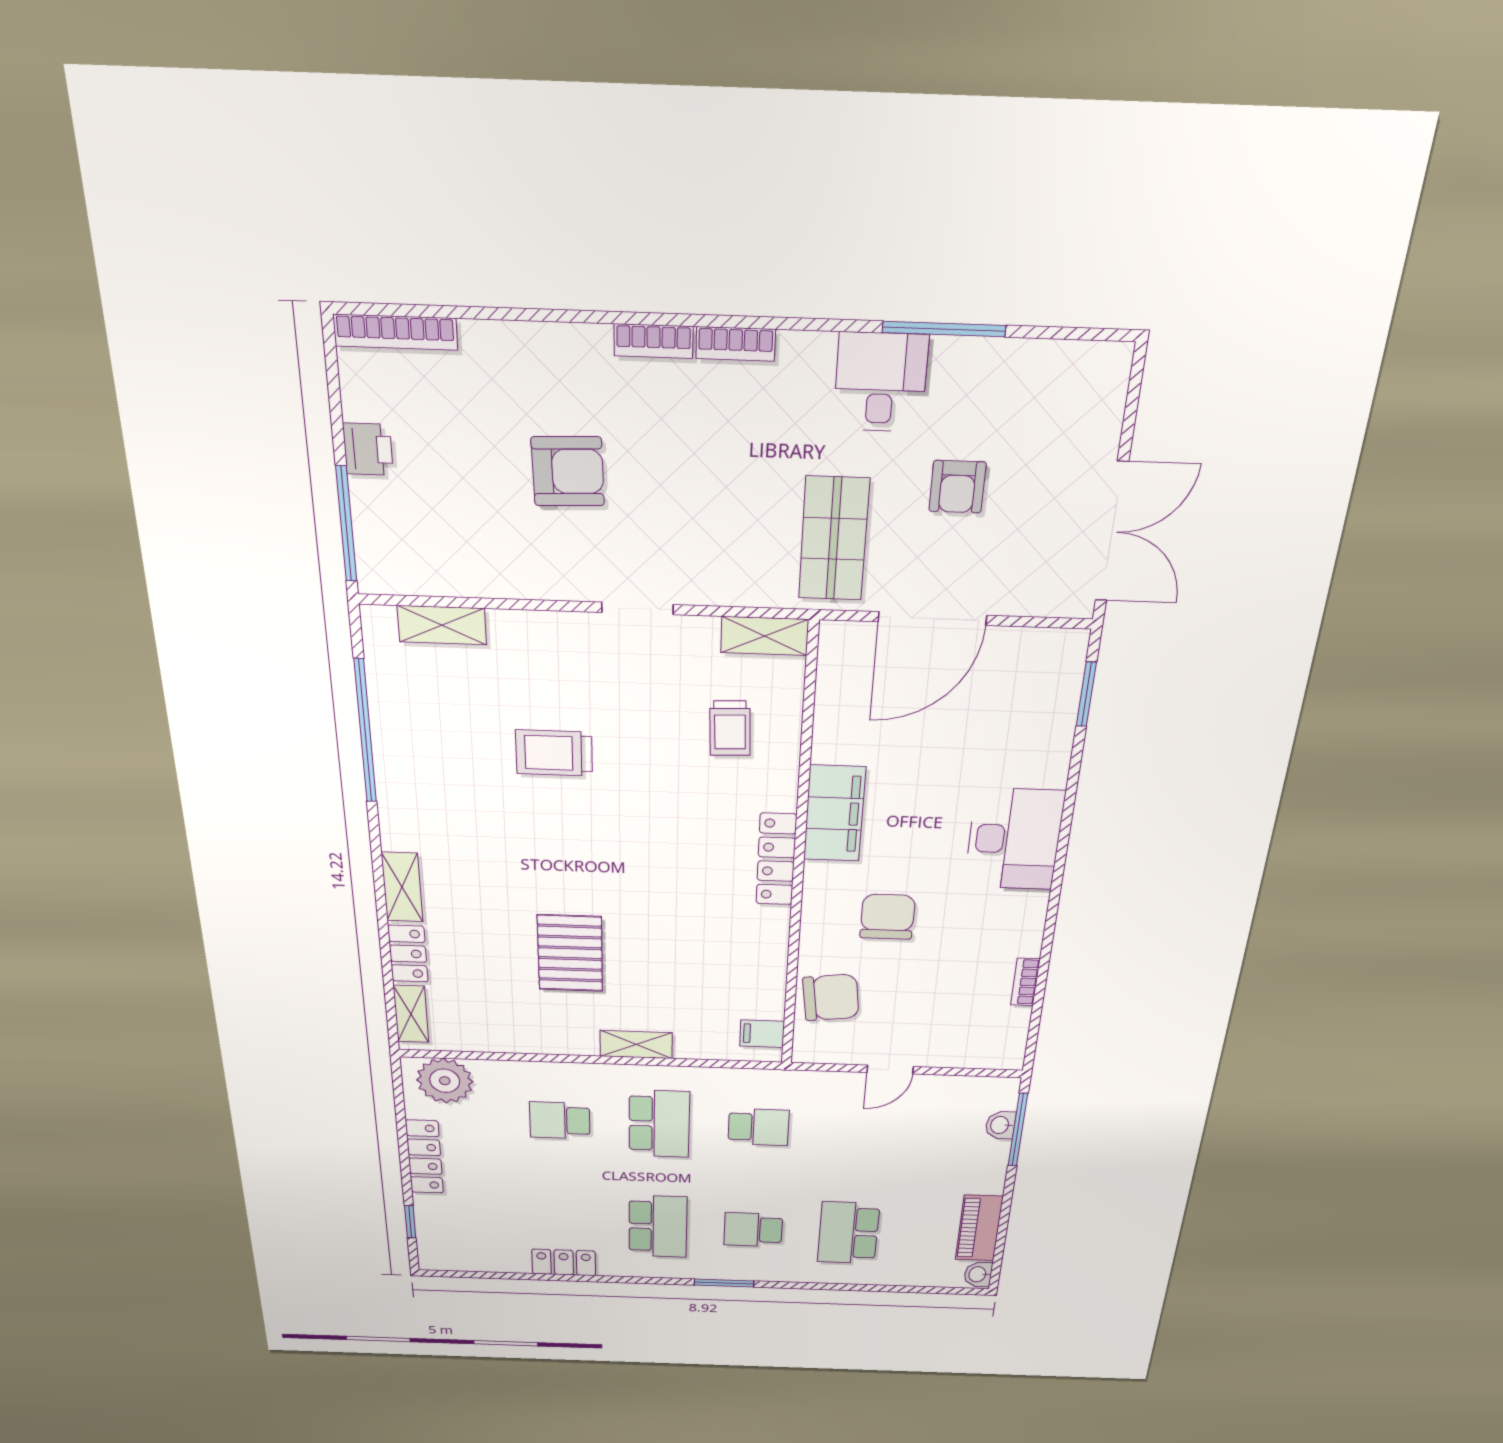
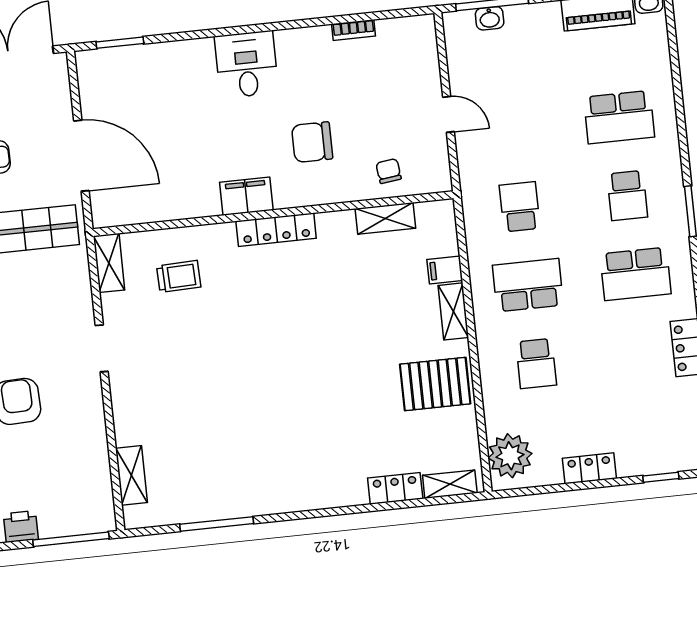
window: (365, 731) -> (217, 524), width x0.68
trolley: (554, 753) -> (214, 394), removed
filing cabinet: (834, 813) -> (246, 196), width x0.67, depth x0.86
desk: (1014, 839) -> (247, 64), width x0.73
shelving: (402, 887) -> (385, 218), moved
pallet: (570, 953) -> (435, 384), moved
chair: (831, 997) -> (389, 171), width x0.54, depth x0.54
filing cabinet: (762, 1034) -> (445, 270), moved, turned 90
locker: (425, 1157) -> (589, 468), width x0.66
school desk: (658, 1226) -> (636, 274), turned 180

